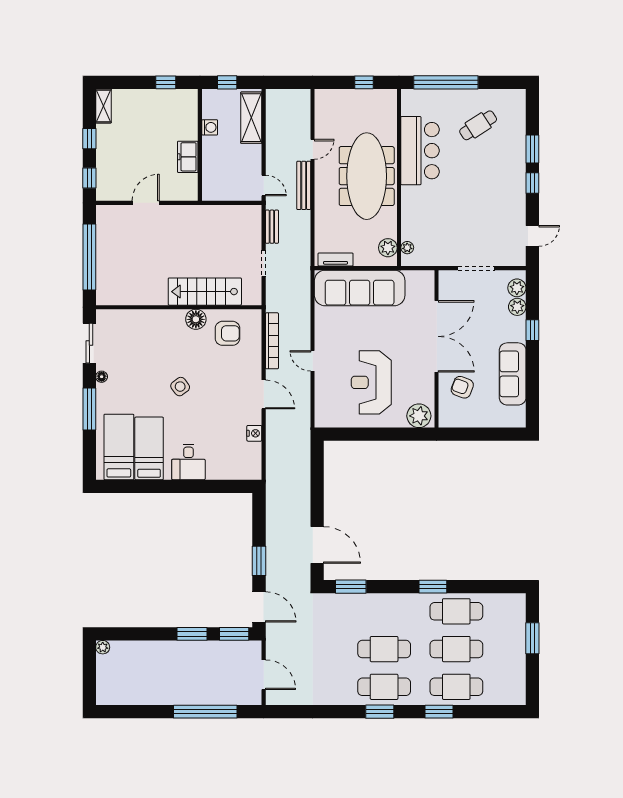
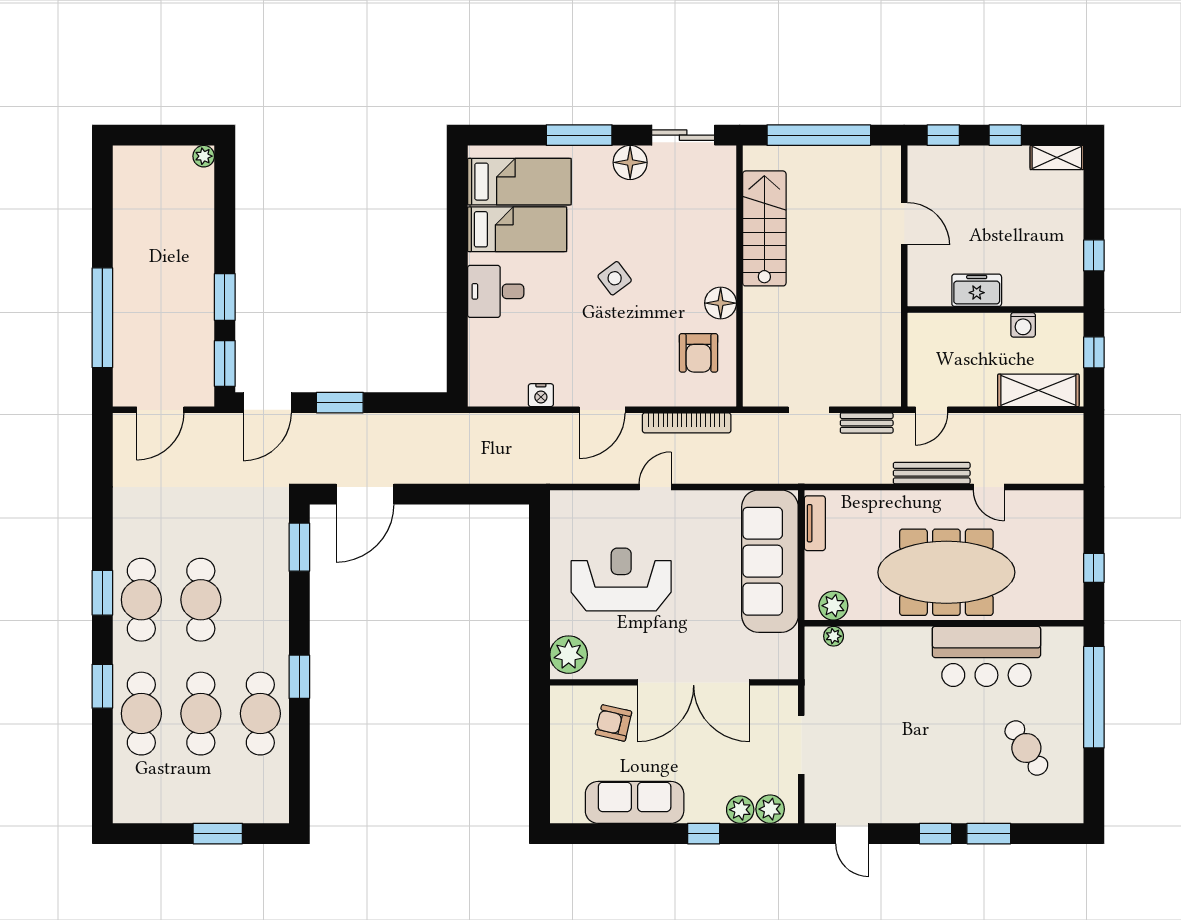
stairs: (205, 292) -> (764, 228), moved
floor lamp: (102, 377) -> (630, 162), width x1.89, depth x1.89
armchair: (462, 387) -> (613, 723), turned -98

